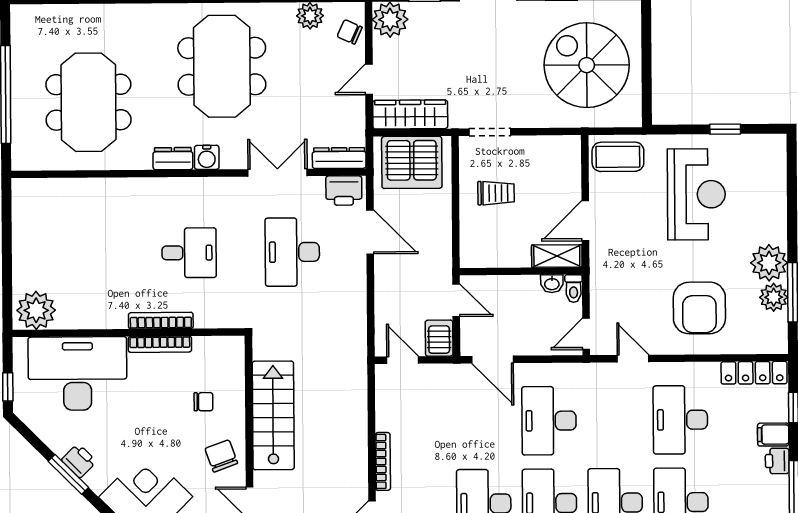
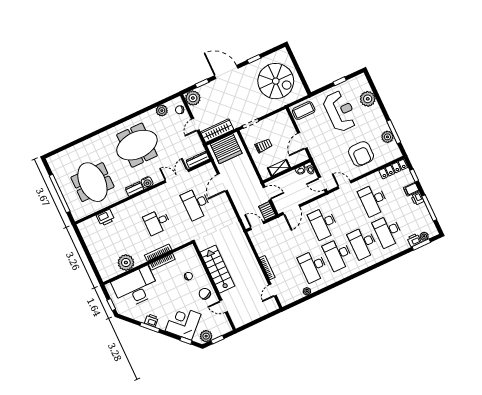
spiral stairs: (587, 65) -> (276, 81), turned 180
meeting table: (222, 66) -> (137, 145), turned 90
printer: (344, 191) -> (105, 218), moved
door: (370, 232) -> (222, 182), swing flipped
desk: (189, 253) -> (157, 222), turned 180
shelving: (557, 256) -> (279, 168), moved
plant: (769, 263) -> (368, 99), moved
plant: (36, 310) -> (126, 263), moved
door: (586, 334) -> (322, 184), hinge flipped
door: (493, 360) -> (291, 210), hinge flipped

